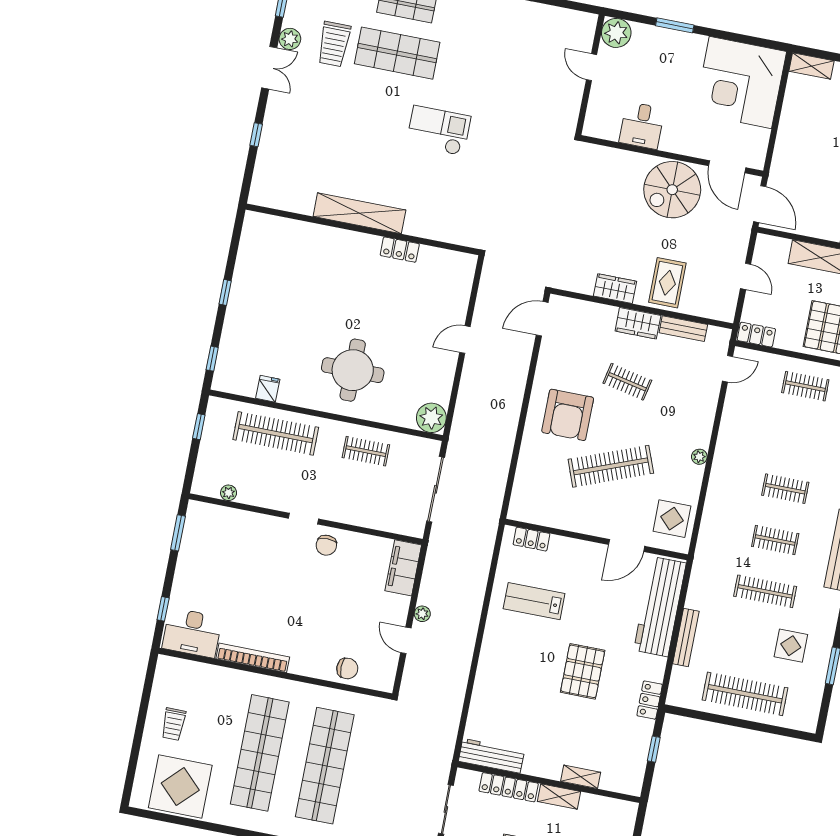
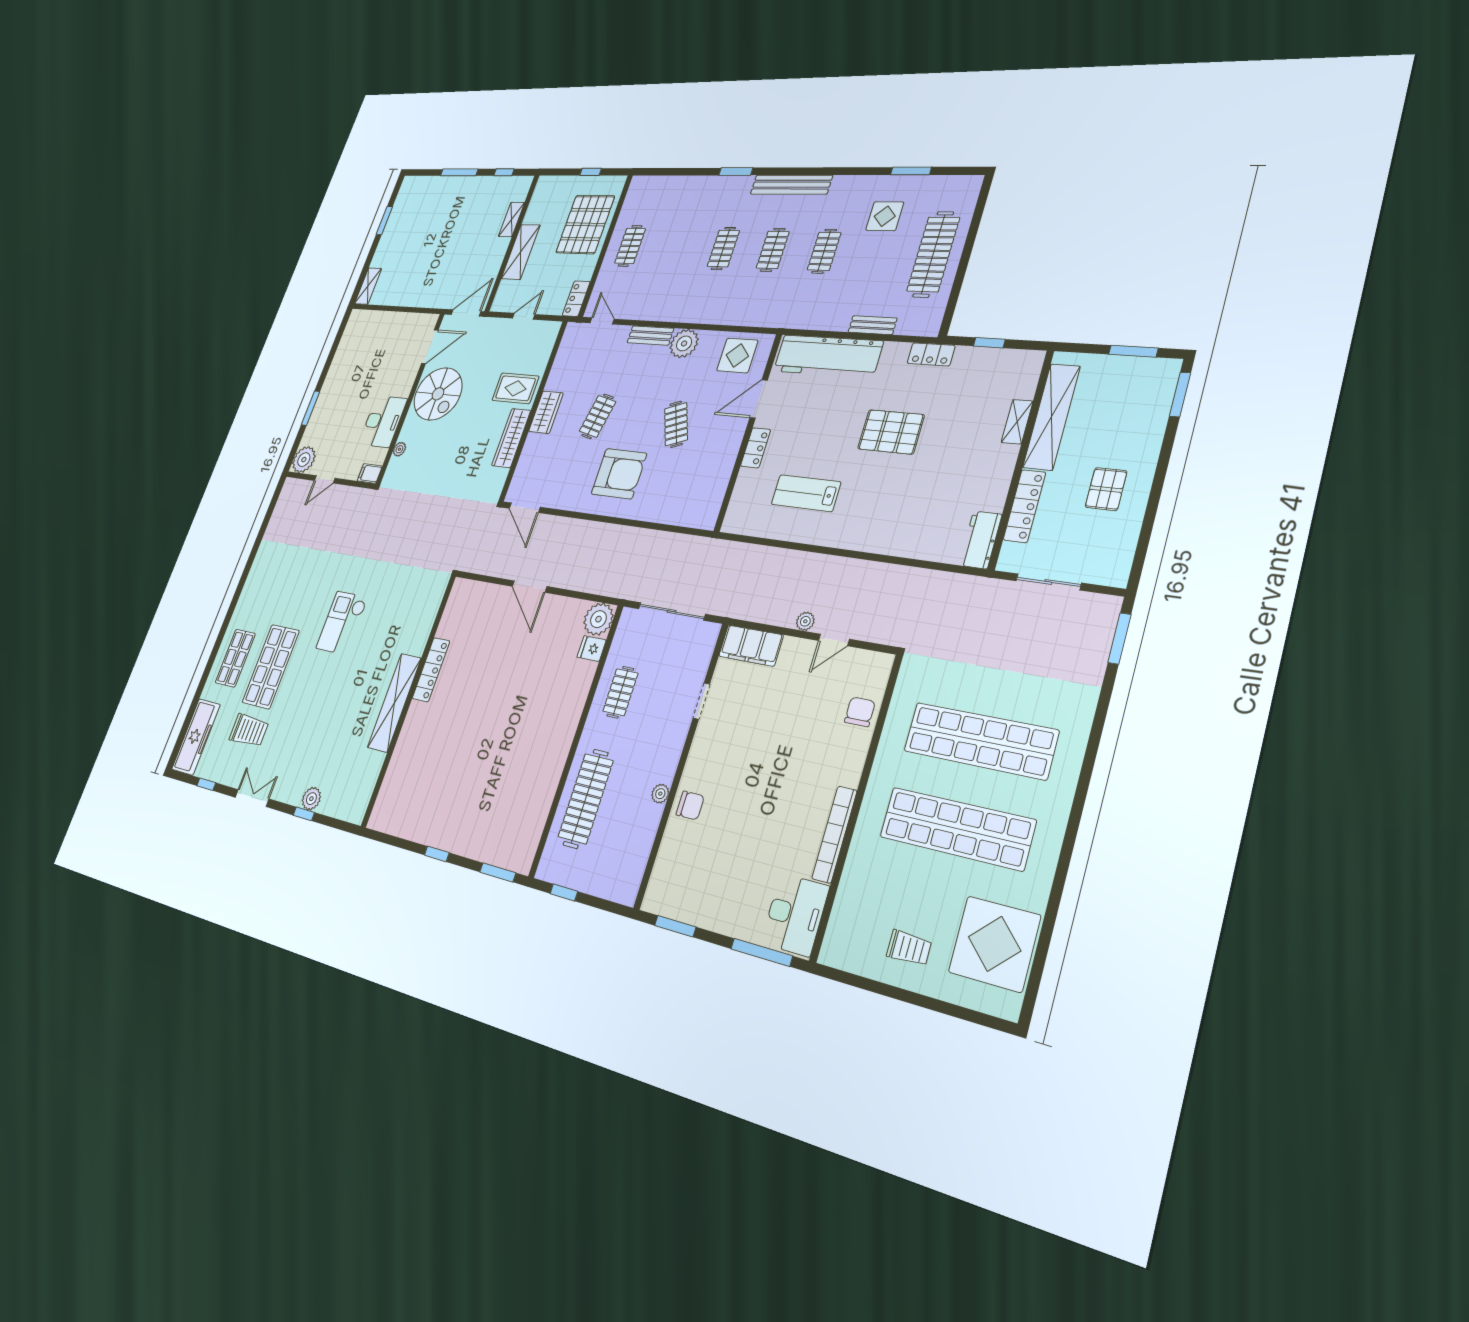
plant: (290, 39) -> (311, 799), moved
corner desk: (740, 82) -> (367, 345), removed
filing cabinet: (593, 125) -> (370, 473), added
desk: (642, 125) -> (383, 421), width x1.37
plant: (616, 156) -> (399, 449), added
locker: (400, 250) -> (431, 670), width x1.53
wardrobe: (615, 289) -> (511, 438), width x1.50
bench: (683, 329) -> (650, 336), moved, turned 90
door: (465, 340) -> (529, 586), width x1.38
window: (212, 359) -> (498, 872), width x1.50
round table: (353, 370) -> (537, 708), removed
fridge: (268, 389) -> (592, 649), moved
plant: (699, 457) -> (684, 343), width x1.88, depth x1.88
clothes rail: (611, 466) -> (676, 424), width x0.54, depth x0.76
plant: (229, 493) -> (660, 794), moved
doorway: (303, 519) -> (701, 701), moved
locker: (531, 539) -> (756, 448), moved
chair: (326, 545) -> (690, 805), moved
door: (627, 545) -> (759, 399), swing flipped
clothes rail: (765, 591) -> (824, 251), width x0.73
lab bench: (534, 601) -> (806, 493), turned 90
window: (163, 609) -> (762, 952), width x2.17
bench: (686, 638) -> (873, 325), width x0.73
workbench: (491, 756) -> (980, 540), width x0.73
shelving: (559, 796) -> (1052, 417), width x2.20, depth x1.33

